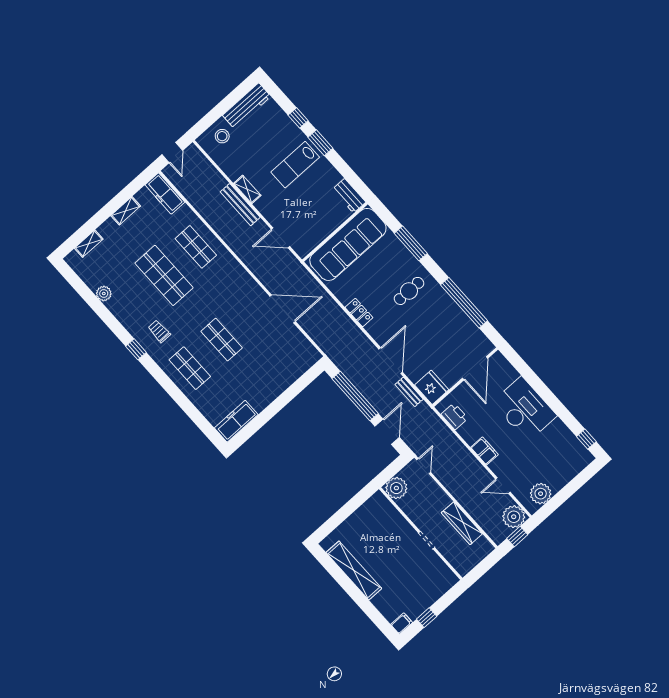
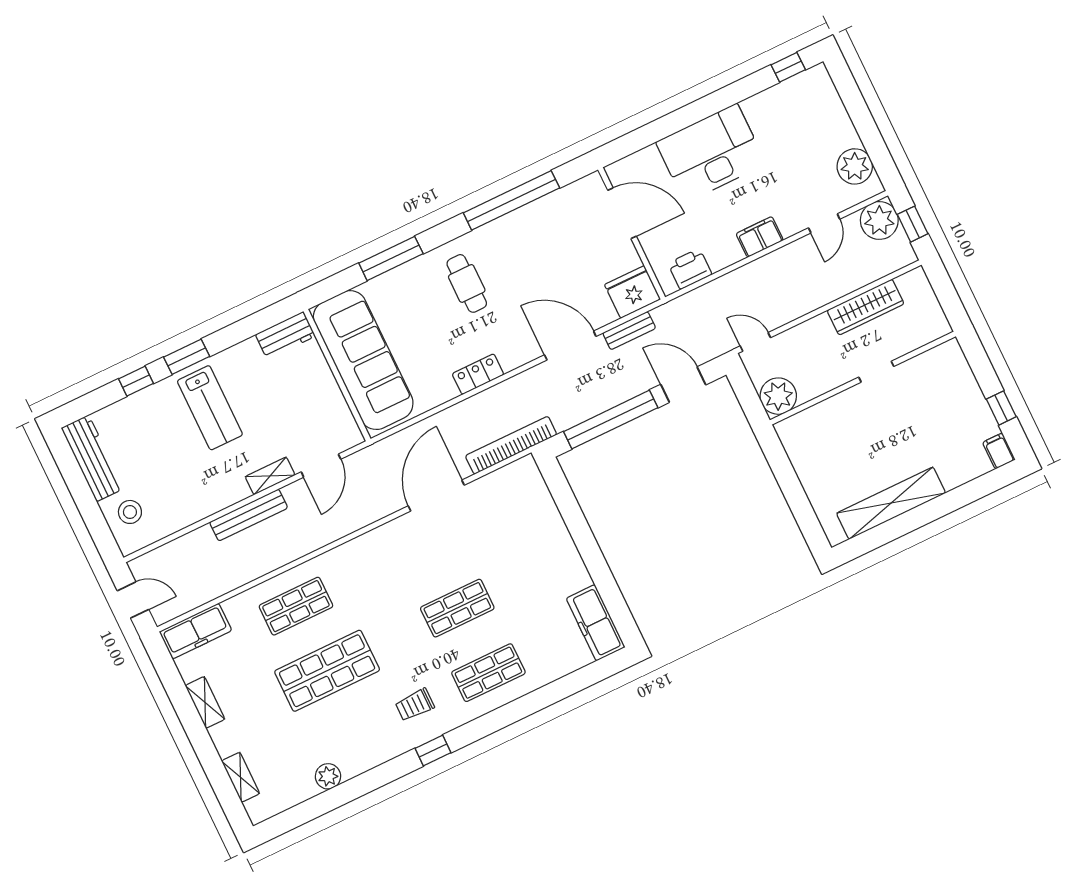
shelving: (247, 189) -> (270, 476), moved
bookcase: (324, 343) -> (511, 445), added

